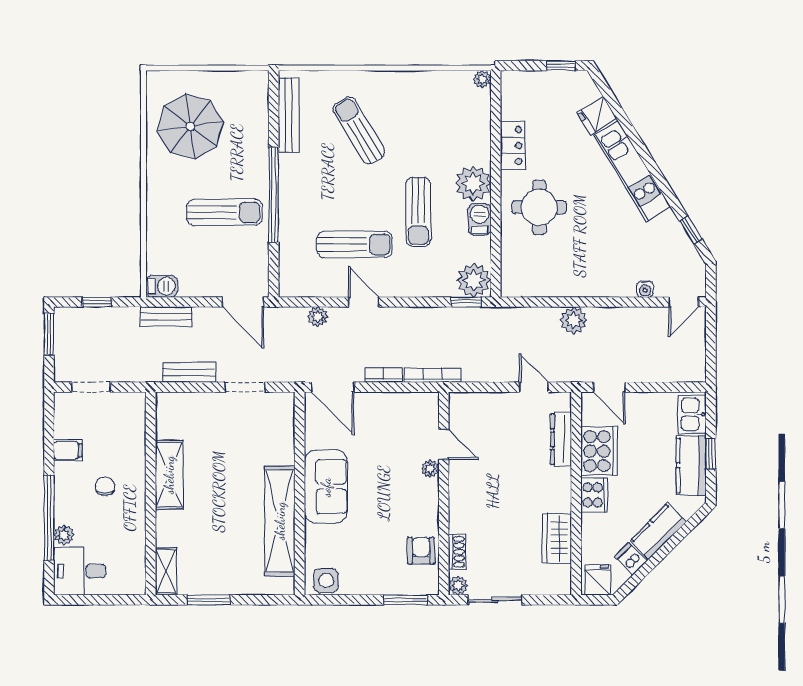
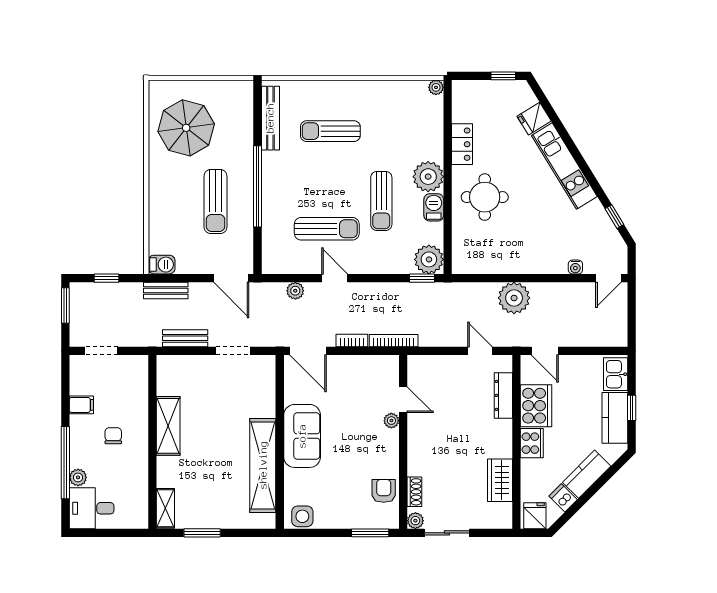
sun lounger: (359, 130) -> (330, 131), turned -59
sun lounger: (225, 212) -> (215, 201), turned 90
plant: (573, 320) -> (514, 298), width x1.36, depth x1.36

